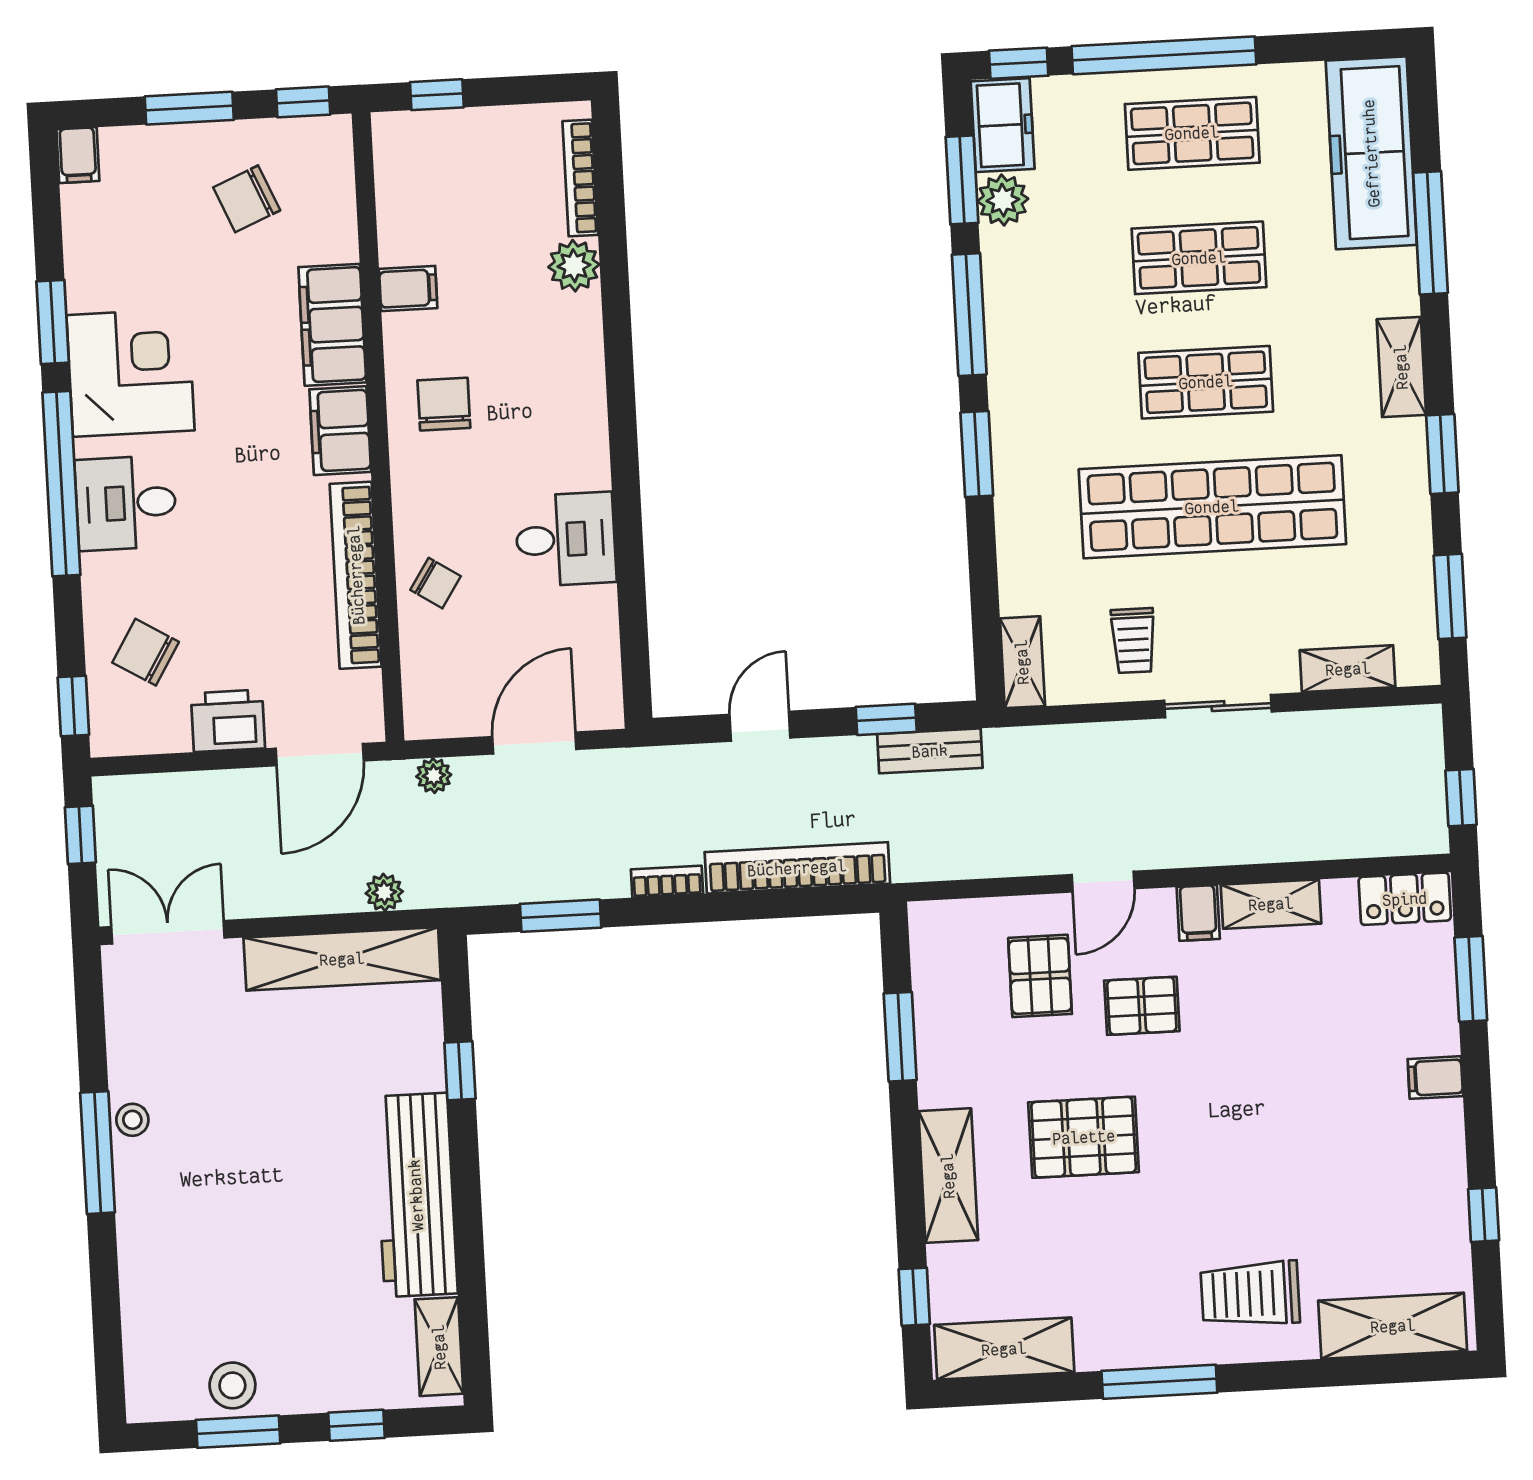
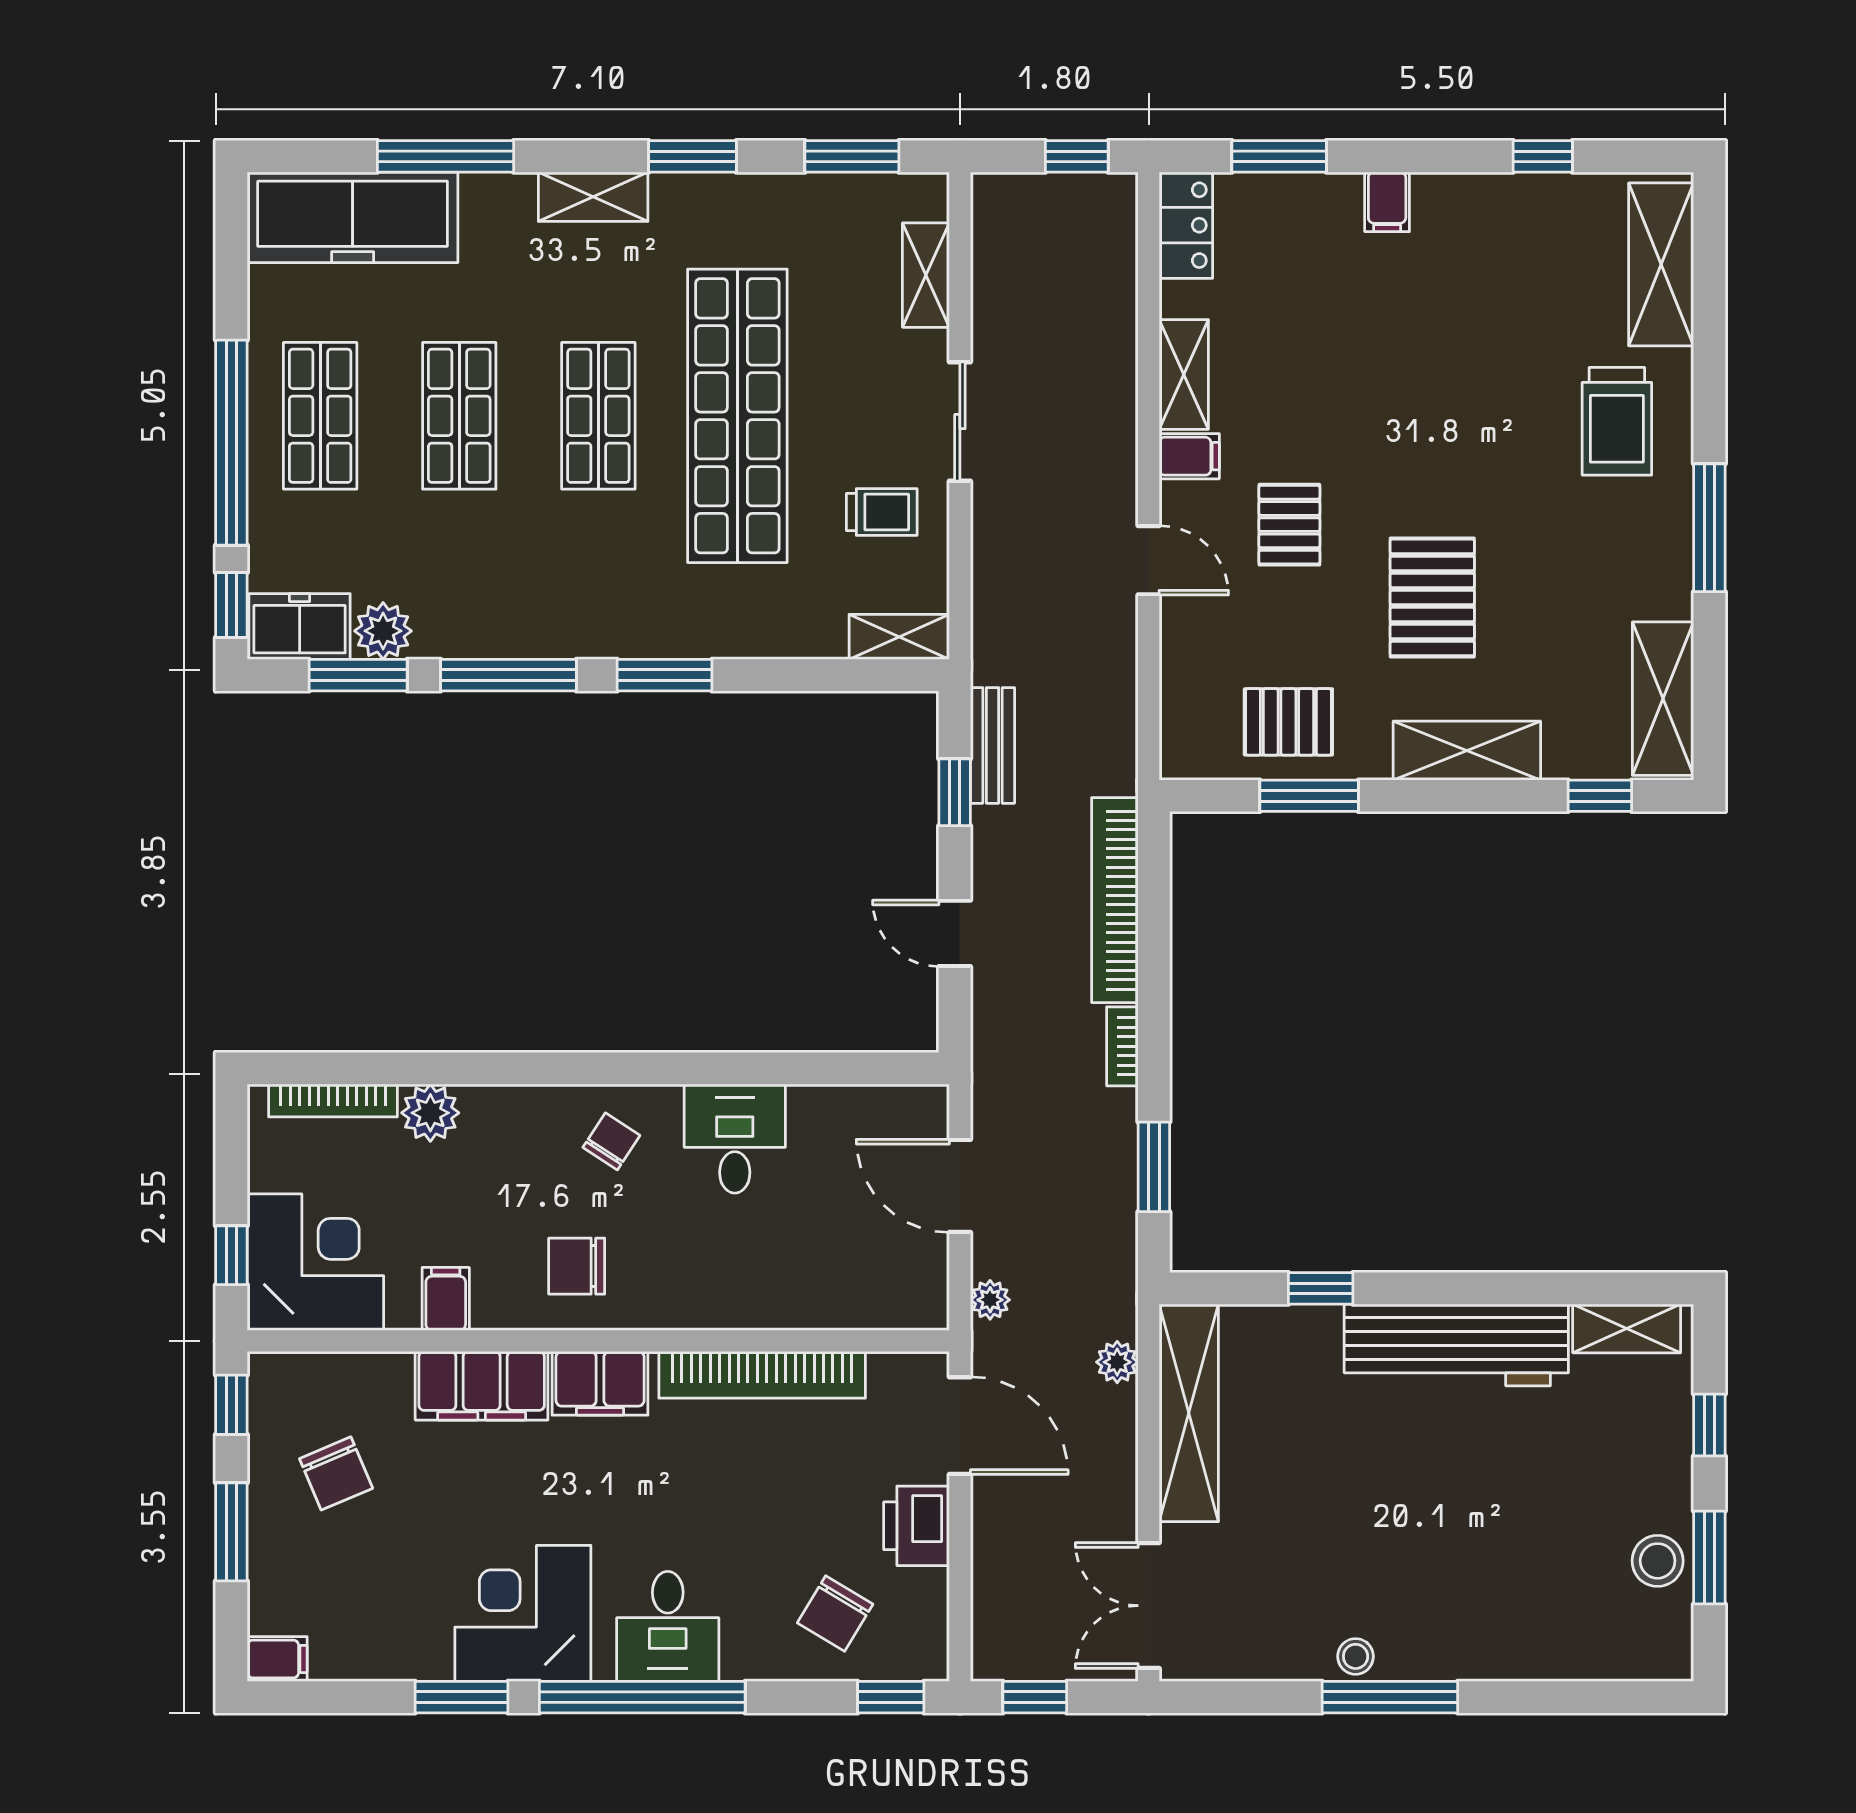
corner desk: (435, 170) -> (315, 1262), added
chair: (436, 583) -> (611, 1141), moved
pallet: (1040, 976) -> (1288, 722), moved

